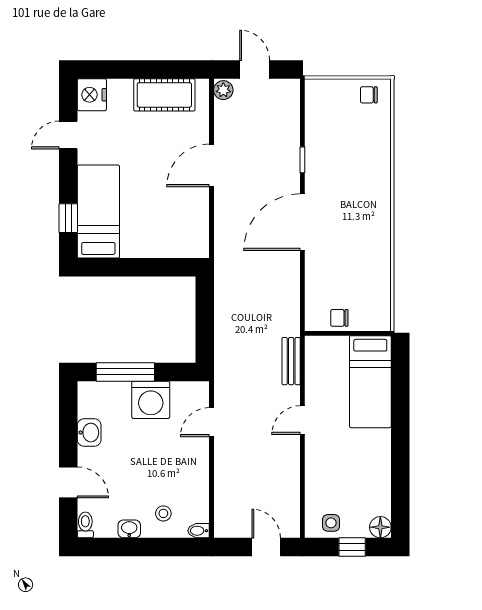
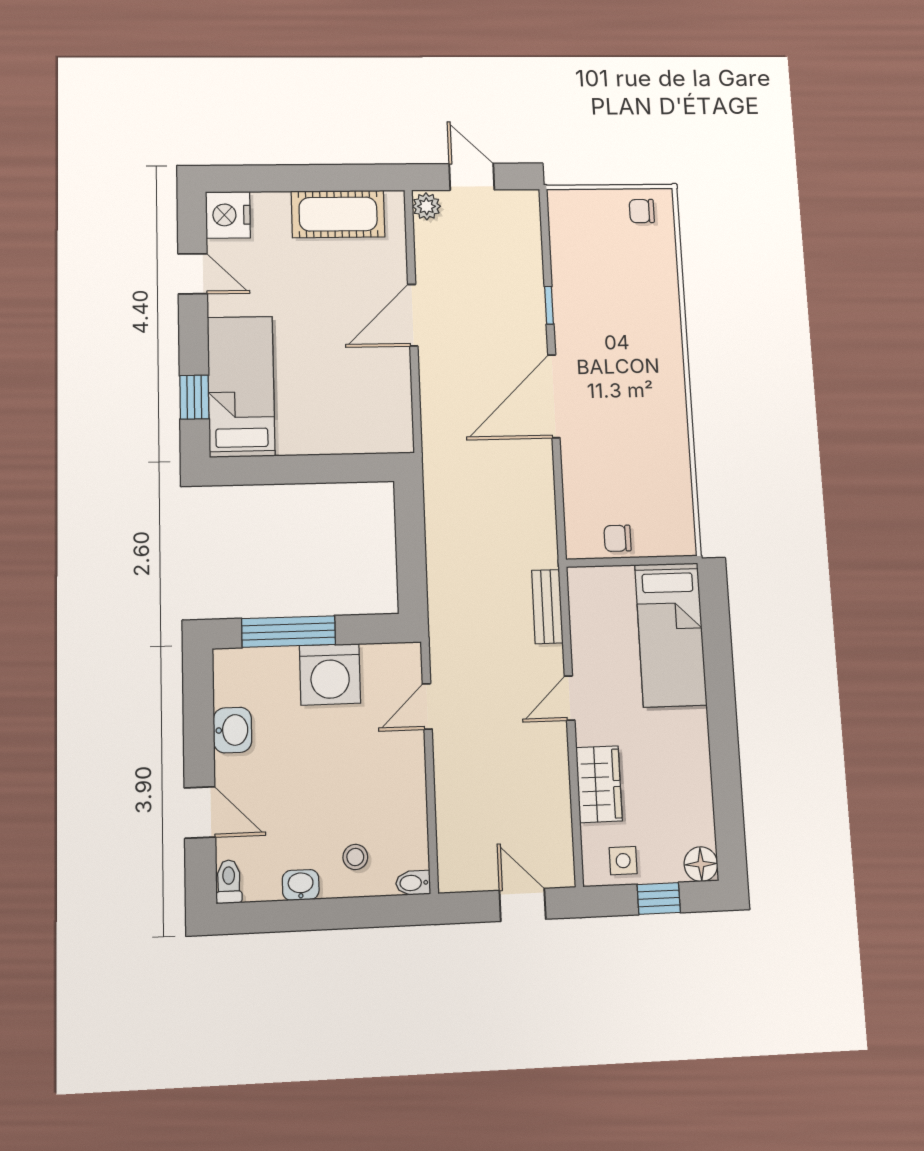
door: (68, 135) -> (193, 274), swing flipped
wardrobe: (318, 475) -> (599, 784), added

